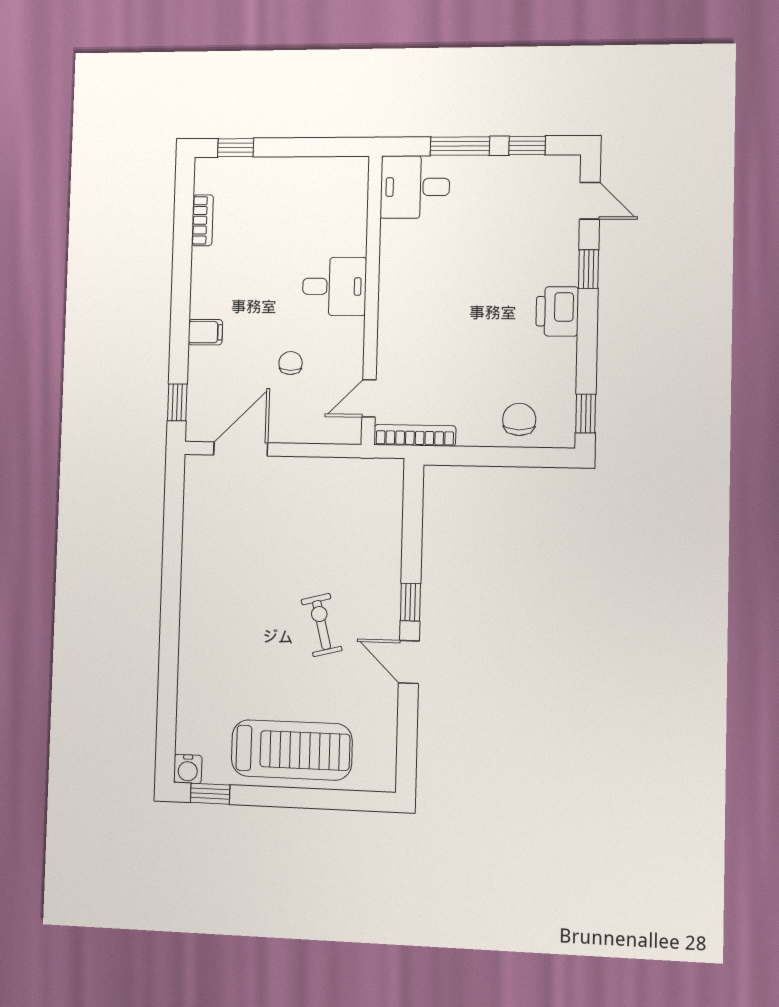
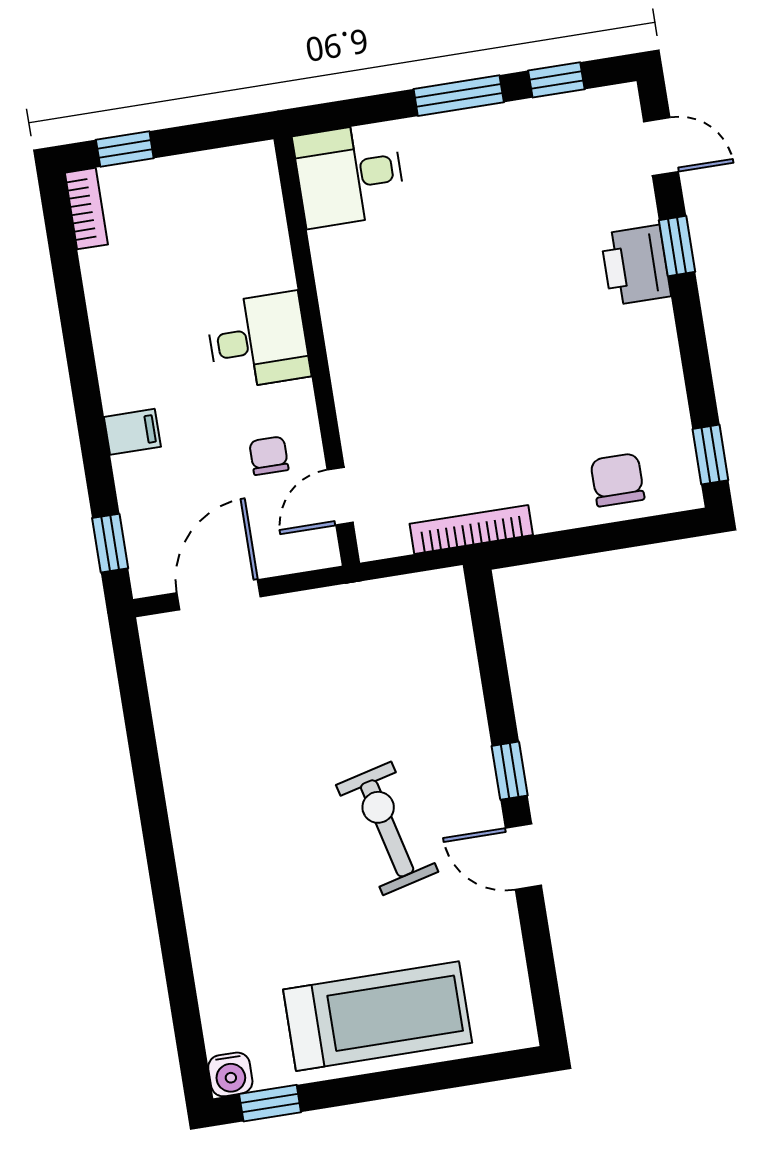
desk: (415, 187) -> (349, 175), moved
bookcase: (202, 220) -> (86, 209), moved
desk: (334, 286) -> (258, 341), moved
wall: (372, 300) -> (317, 351), moved
printer: (557, 311) -> (636, 265), moved
door: (369, 398) -> (340, 496), moved
exercise bike: (322, 625) -> (387, 828), width x1.38, depth x1.39

